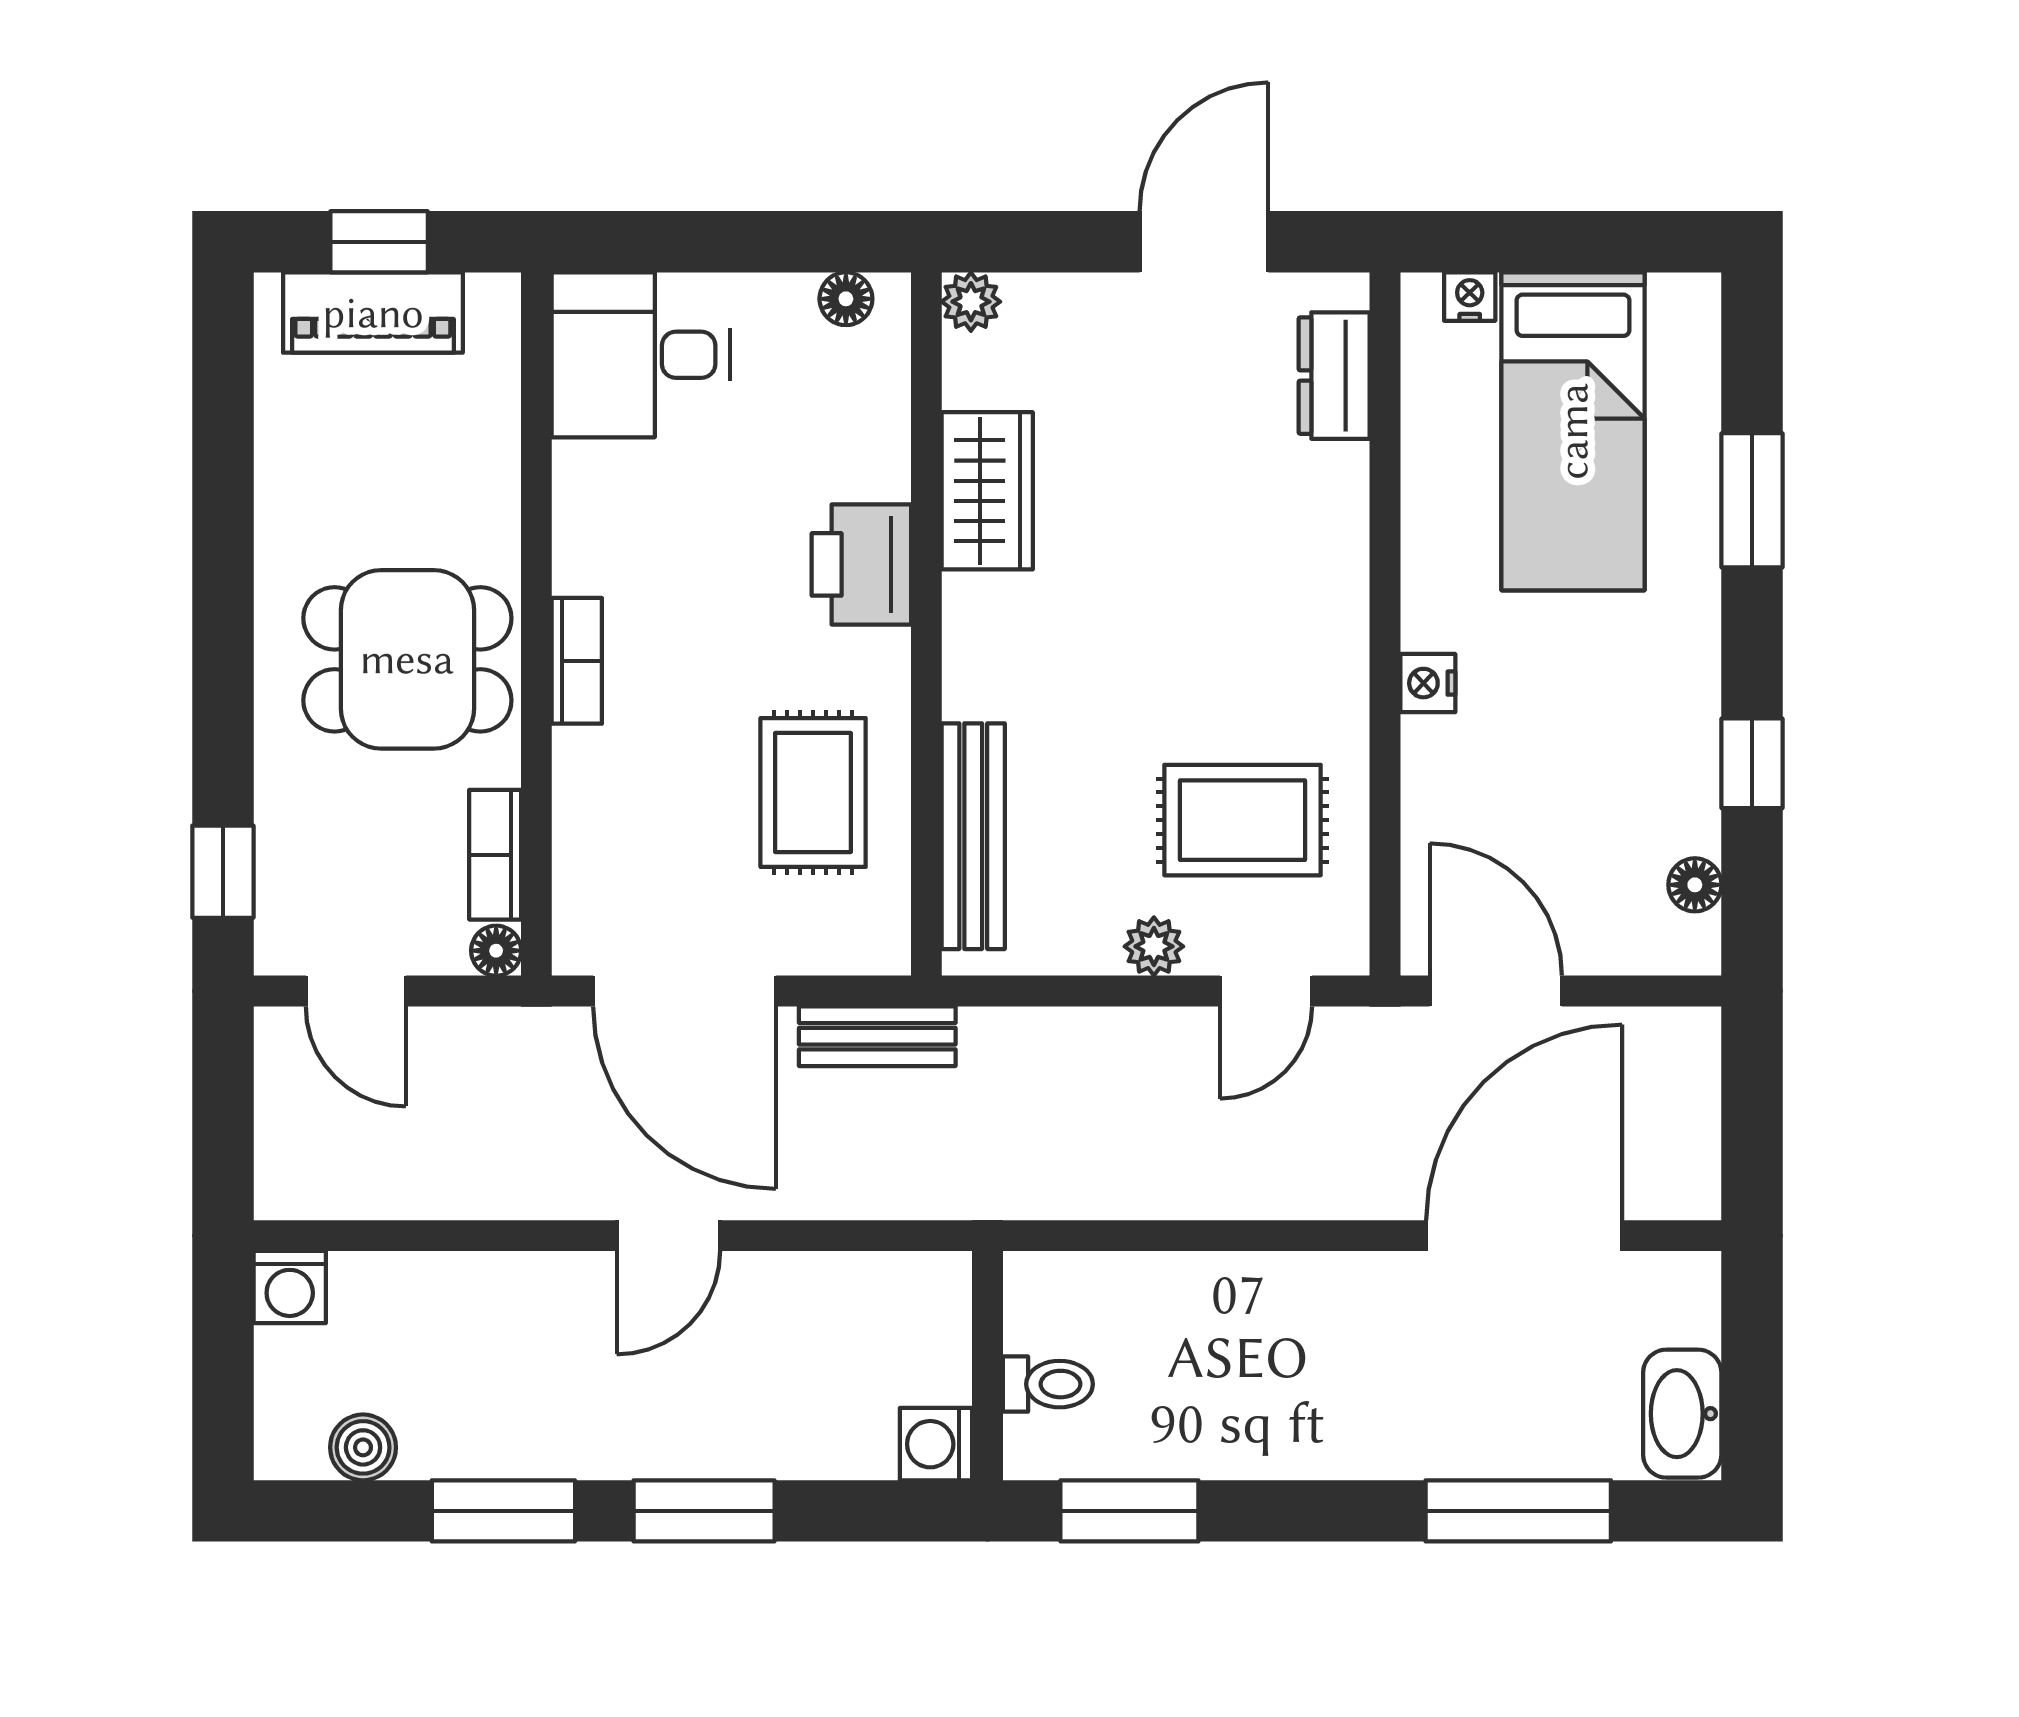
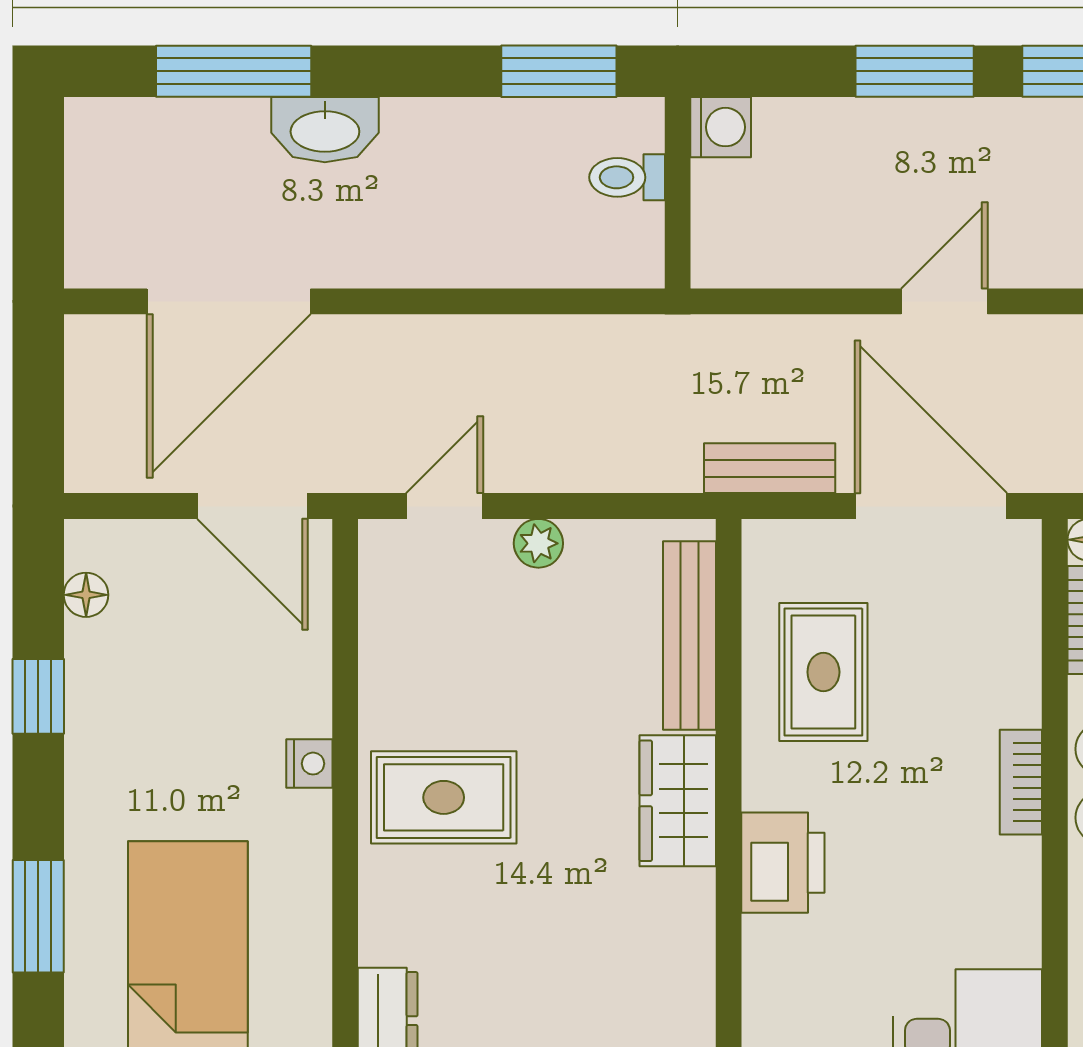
wardrobe: (987, 491) -> (678, 801), moved
rug: (1242, 820) -> (444, 797), moved
washbasin: (1682, 1414) -> (325, 130), moved, turned 90

